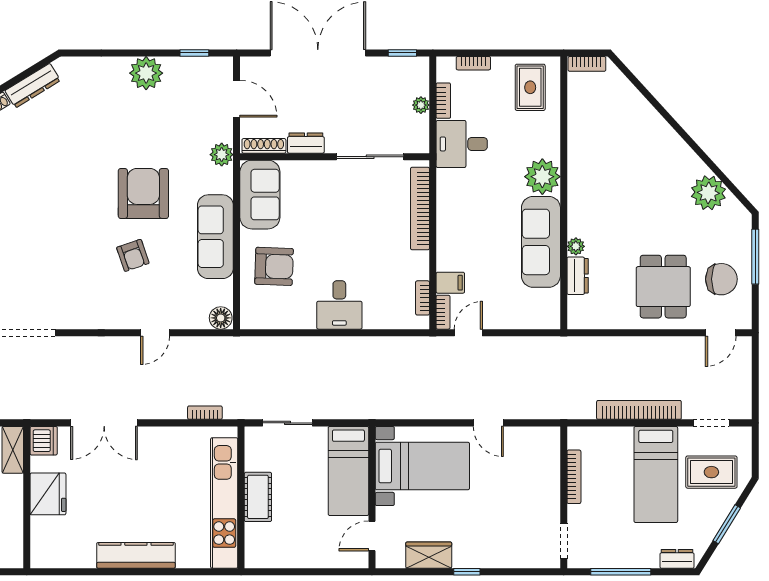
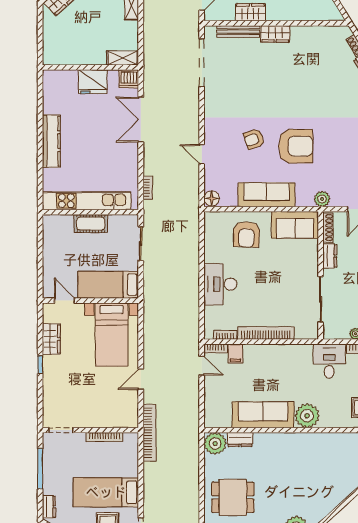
bookcase: (420, 208) -> (266, 333), moved
plant: (576, 246) -> (215, 443), moved, width x1.88, depth x1.88
desk: (339, 305) -> (220, 284), width x1.37
bookcase: (639, 410) -> (150, 433), moved

